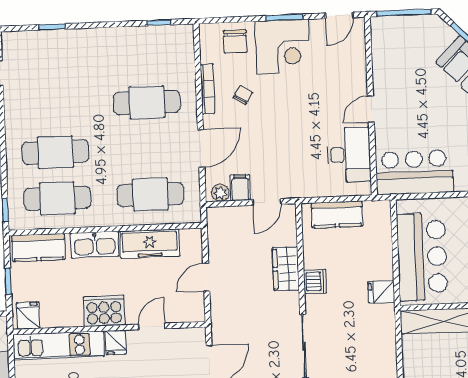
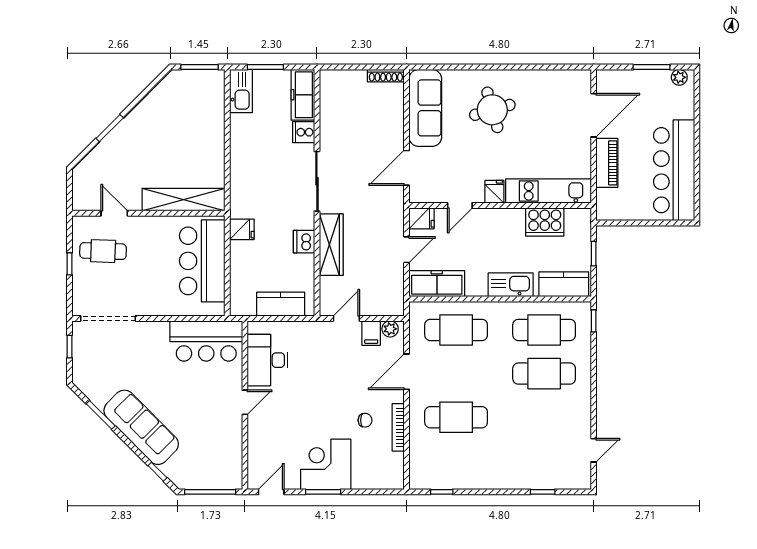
chair: (235, 41) -> (370, 471), removed
chair: (243, 95) -> (365, 420), turned -122
freezer: (150, 244) -> (437, 284), moved
wardrobe: (286, 269) -> (331, 245), width x1.50
cooker: (104, 311) -> (545, 222), moved
fridge: (28, 316) -> (421, 218), moved, turned -90

